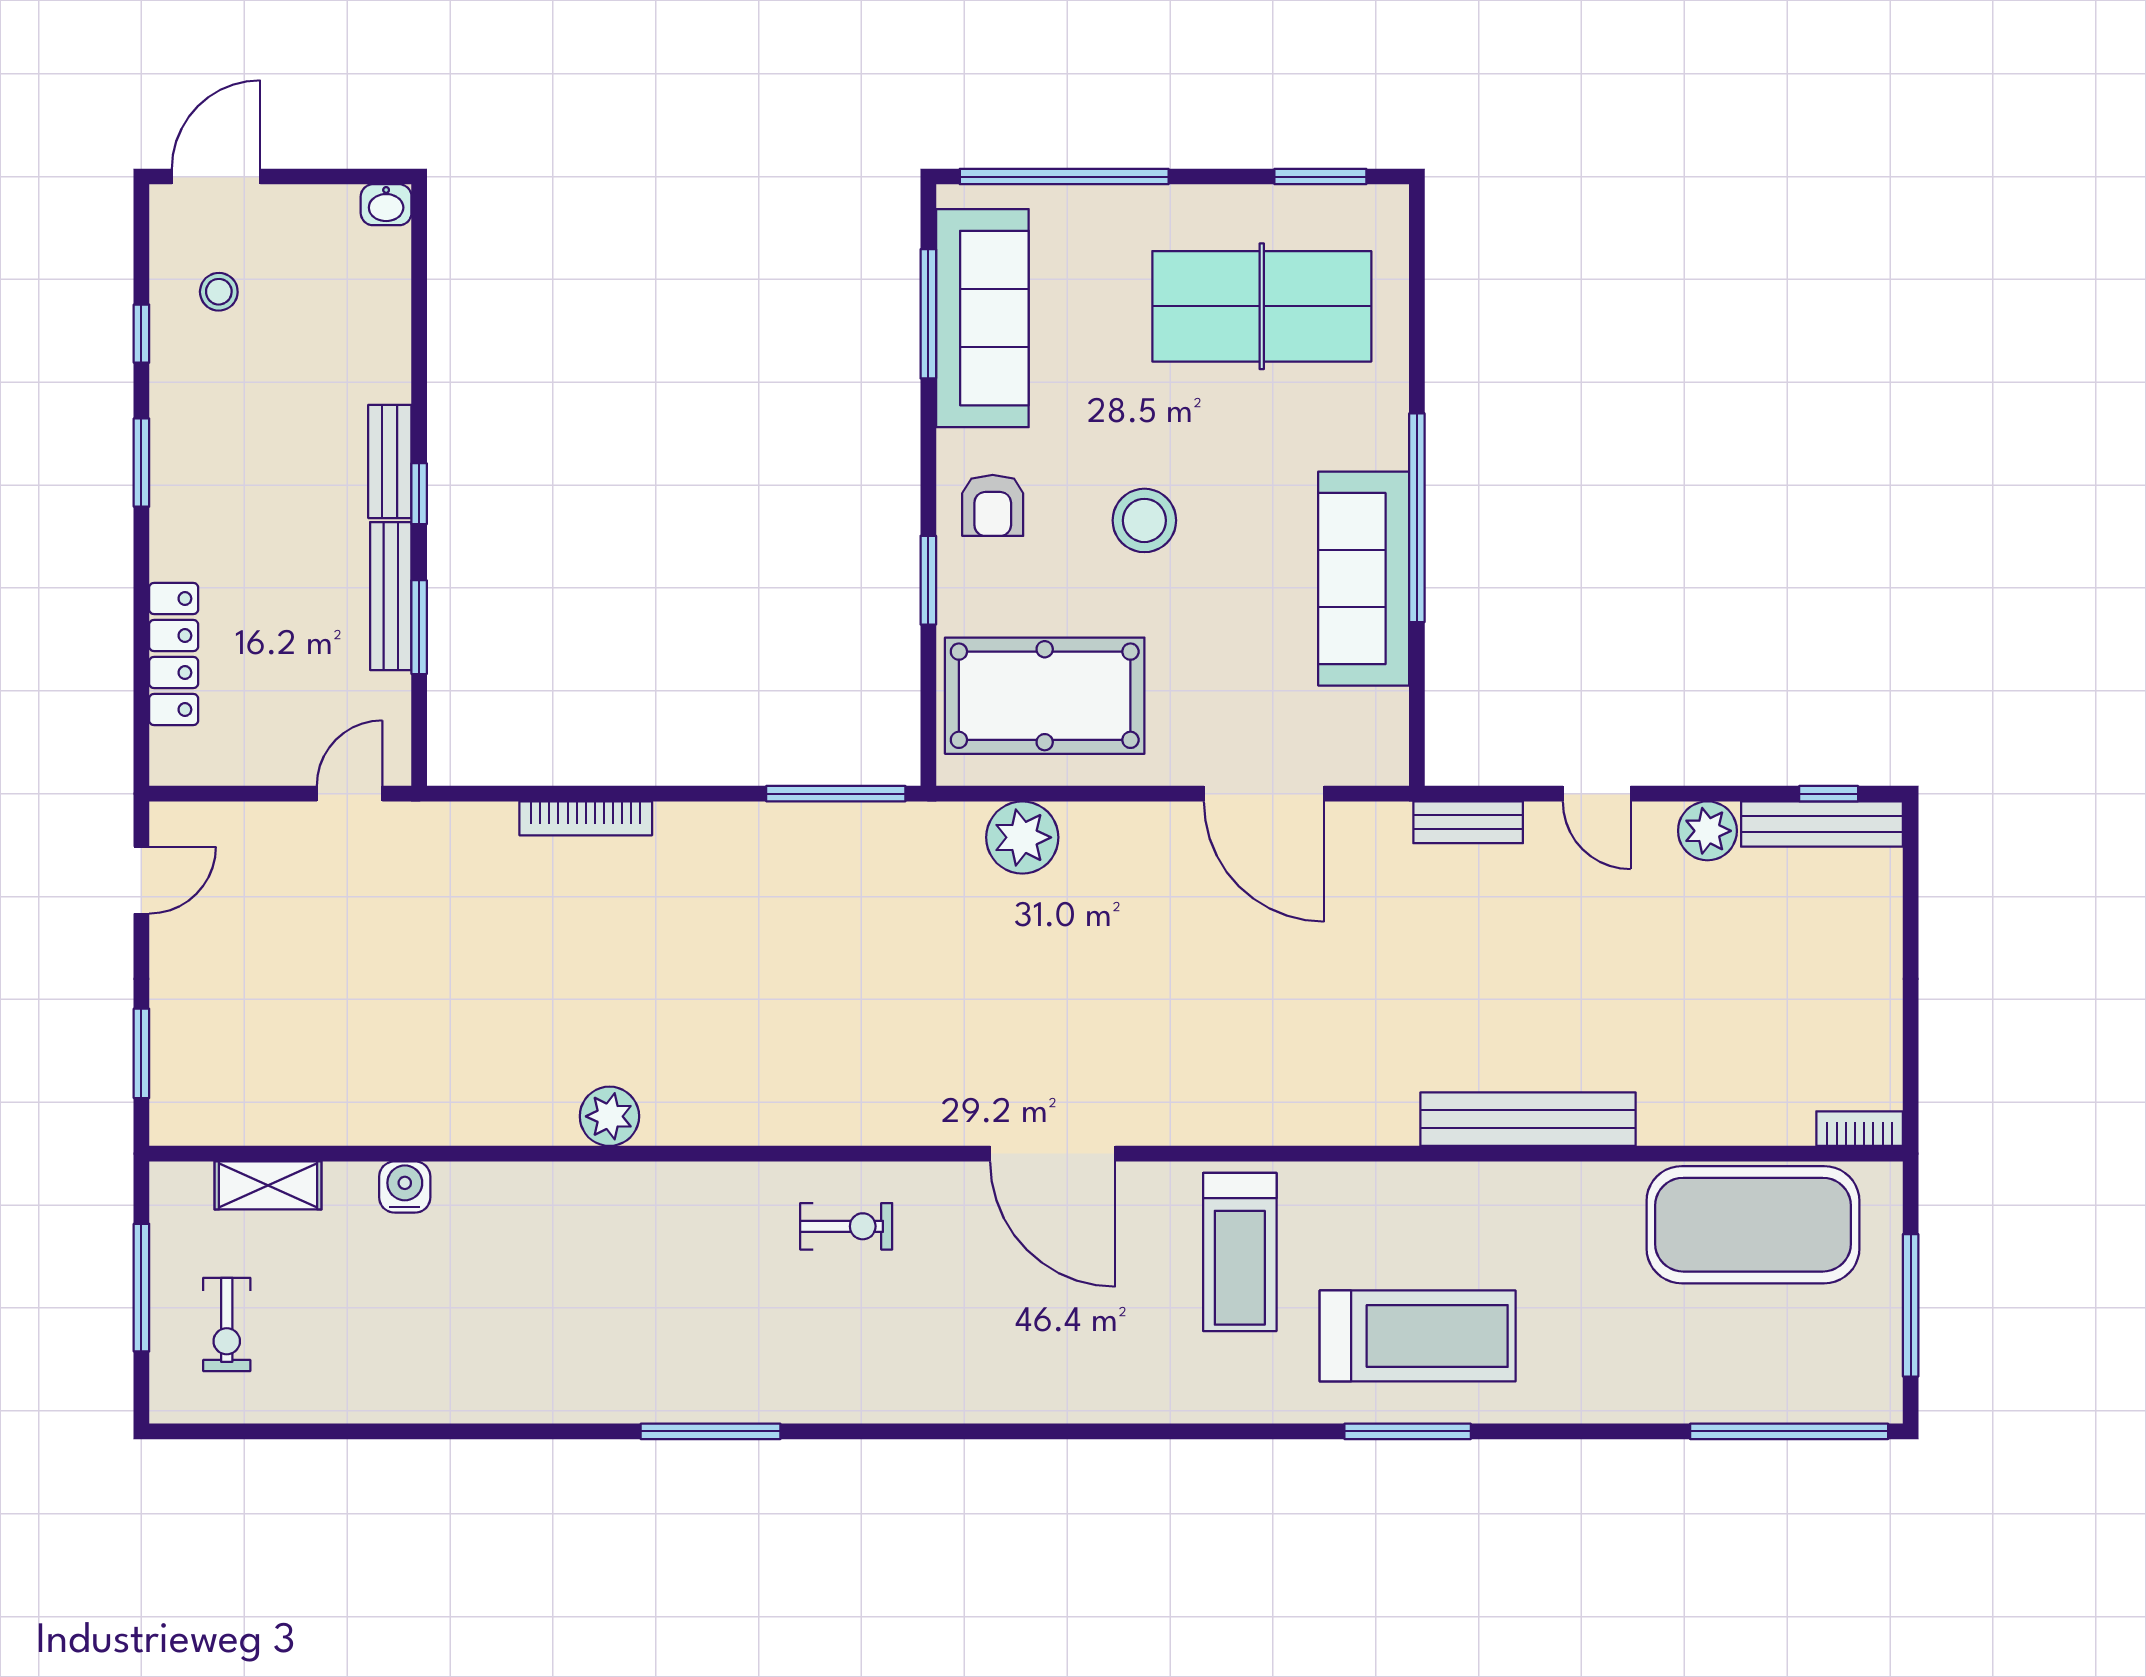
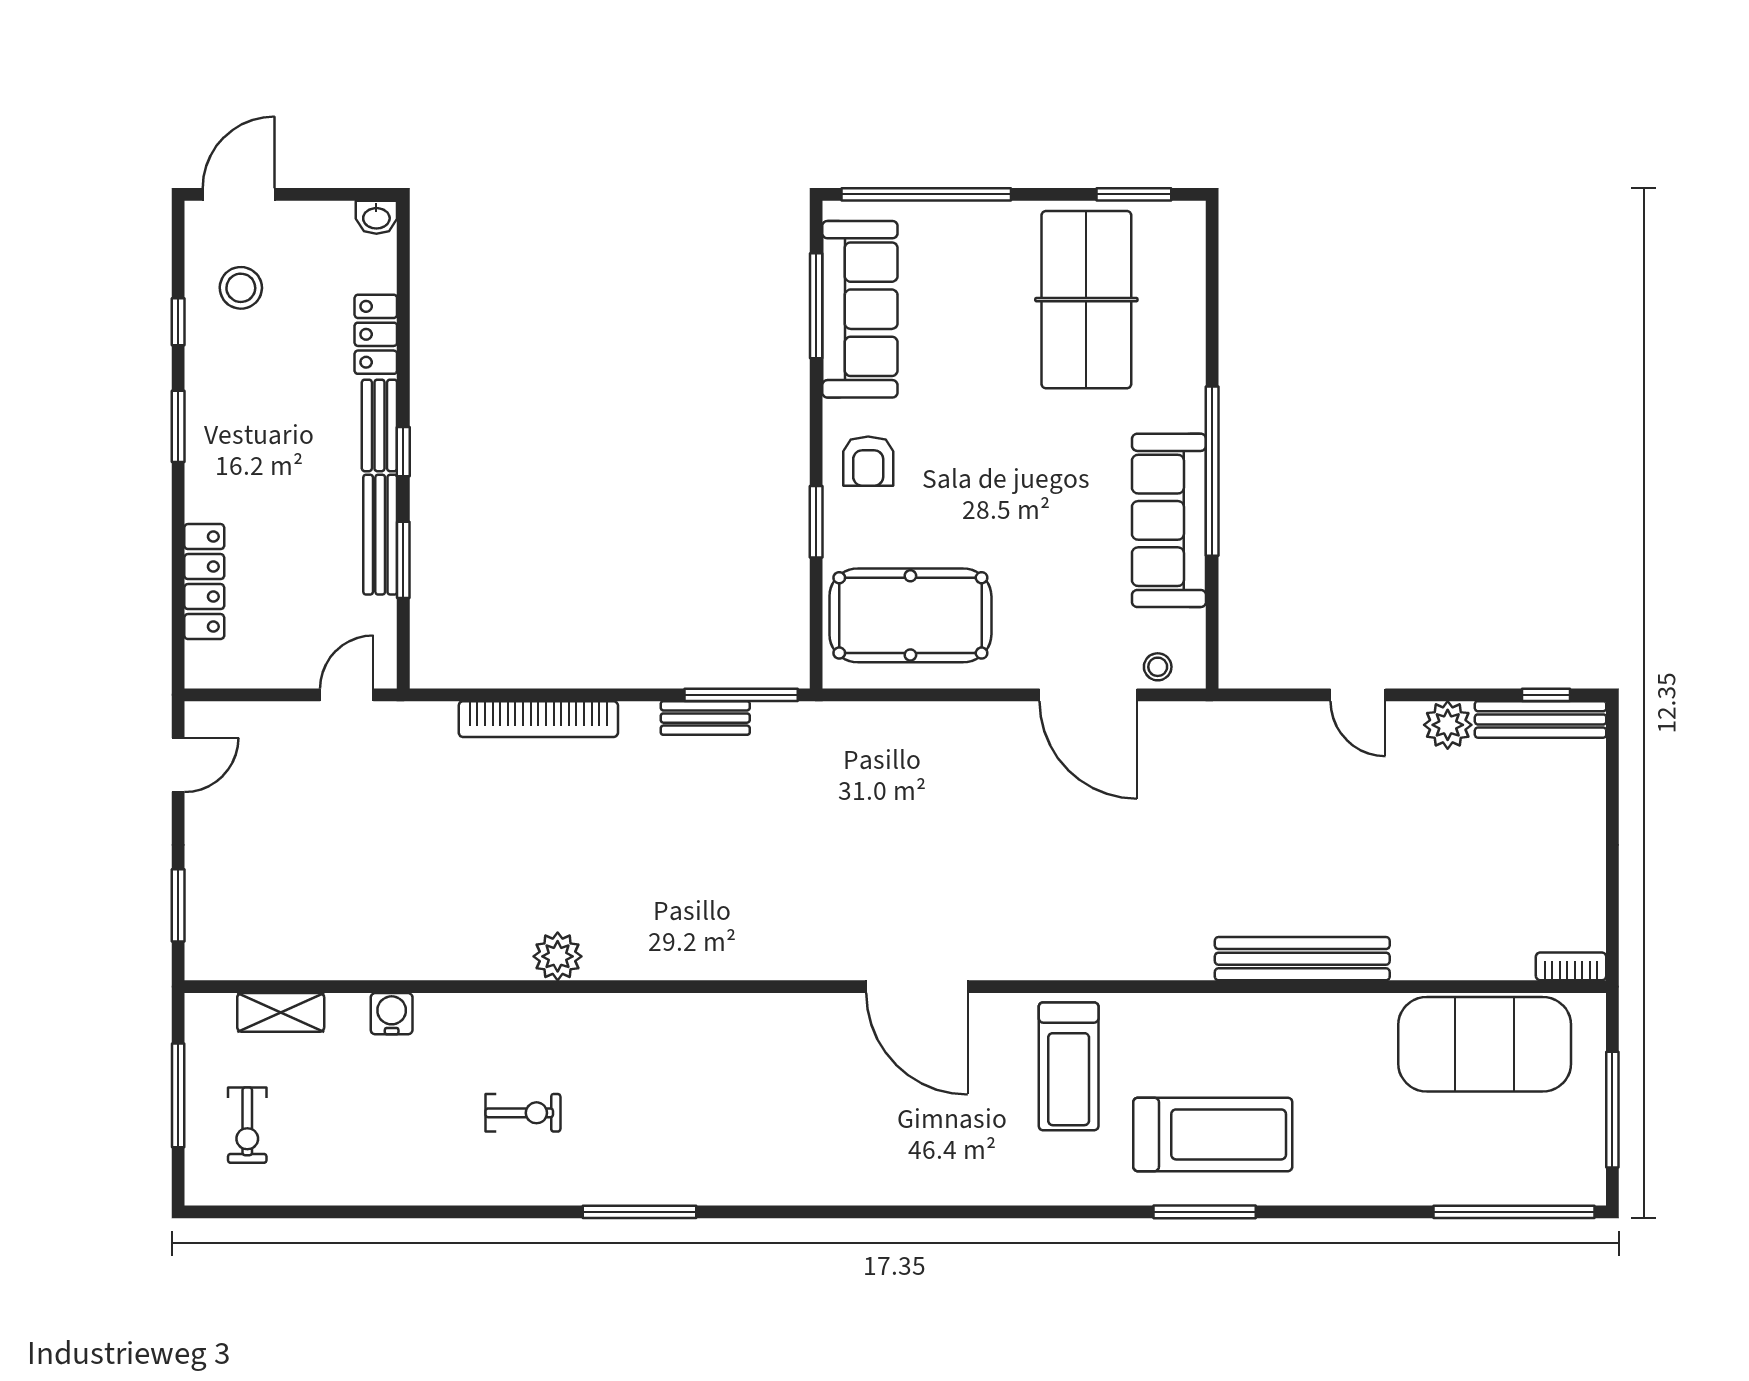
stool: (219, 292) -> (241, 288), width x1.37, depth x1.37
table tennis table: (1262, 306) -> (1086, 300), turned 90
locker: (385, 349) -> (376, 334), added
stool: (1144, 520) -> (1158, 667), moved, width x0.53, depth x0.53
bookcase: (586, 818) -> (538, 719), width x1.48, depth x1.31
bench: (1468, 822) -> (705, 718), moved
plant: (1022, 837) -> (892, 730), removed
exercise bike: (846, 1226) -> (523, 1113), moved

